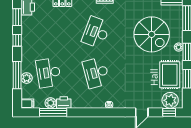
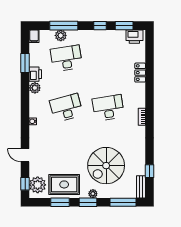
desk: (96, 32) -> (108, 108), turned -30
plant: (51, 103) -> (35, 88), moved
window: (53, 112) -> (25, 63), width x0.69

